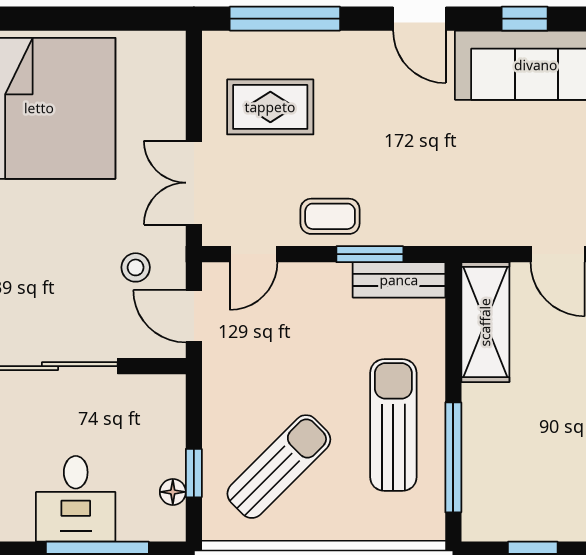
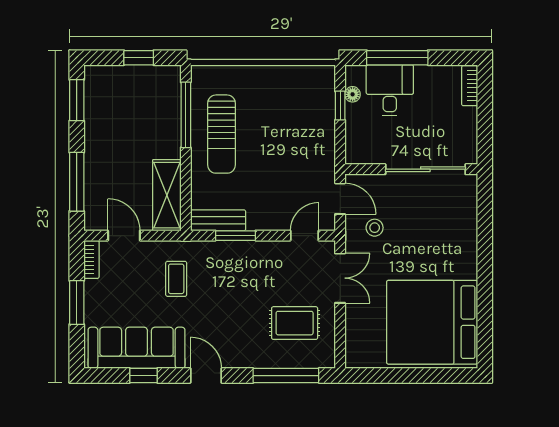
coffee table: (330, 216) -> (176, 279), moved, turned 90
sun lounger: (279, 467) -> (290, 109), removed
desk: (76, 499) -> (390, 90), moved

